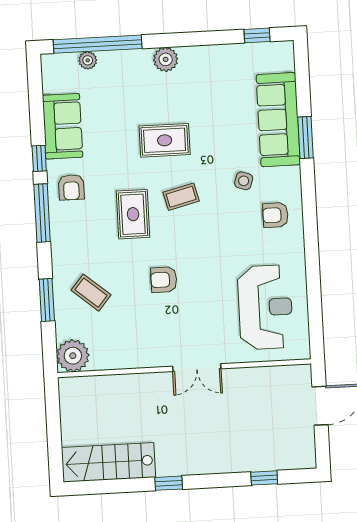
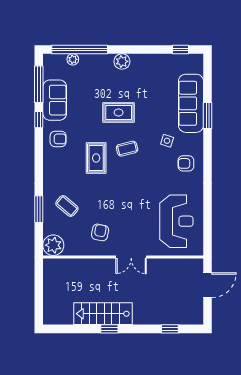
armchair: (71, 187) -> (58, 139), turned -90
window: (42, 213) -> (39, 84), moved
armchair: (164, 280) -> (100, 232), moved, turned 101
stairs: (108, 462) -> (103, 314), moved

